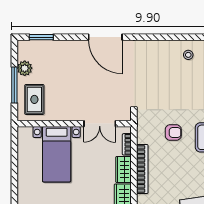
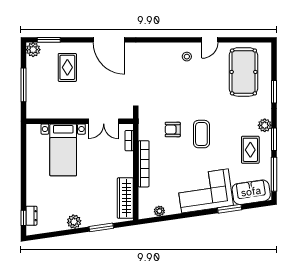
plant: (25, 68) -> (33, 50), moved
rug: (34, 99) -> (67, 67), moved
armchair: (173, 132) -> (173, 129), turned 180
wardrobe: (123, 170) -> (126, 164), removed

